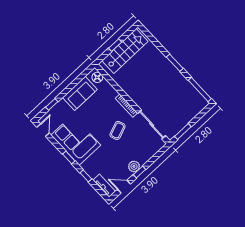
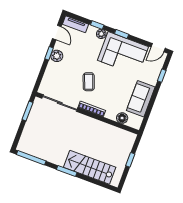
stairs: (125, 51) -> (90, 167), moved, turned 90
floor lamp: (97, 77) -> (122, 118), moved
door: (43, 130) -> (158, 48), hinge flipped
plant: (86, 166) -> (101, 34), added
door: (124, 187) -> (57, 33), hinge flipped

